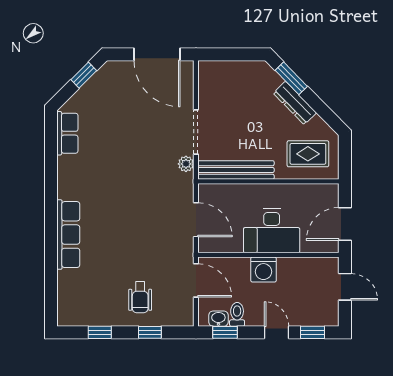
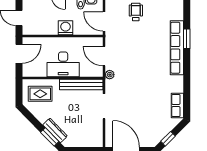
dresser: (295, 103) -> (55, 130), moved
plant: (186, 164) -> (110, 75), moved
desk: (272, 231) -> (63, 64), moved, turned 180
row of seats: (68, 235) -> (177, 48), width x1.36
window: (51, 250) -> (187, 39), added

